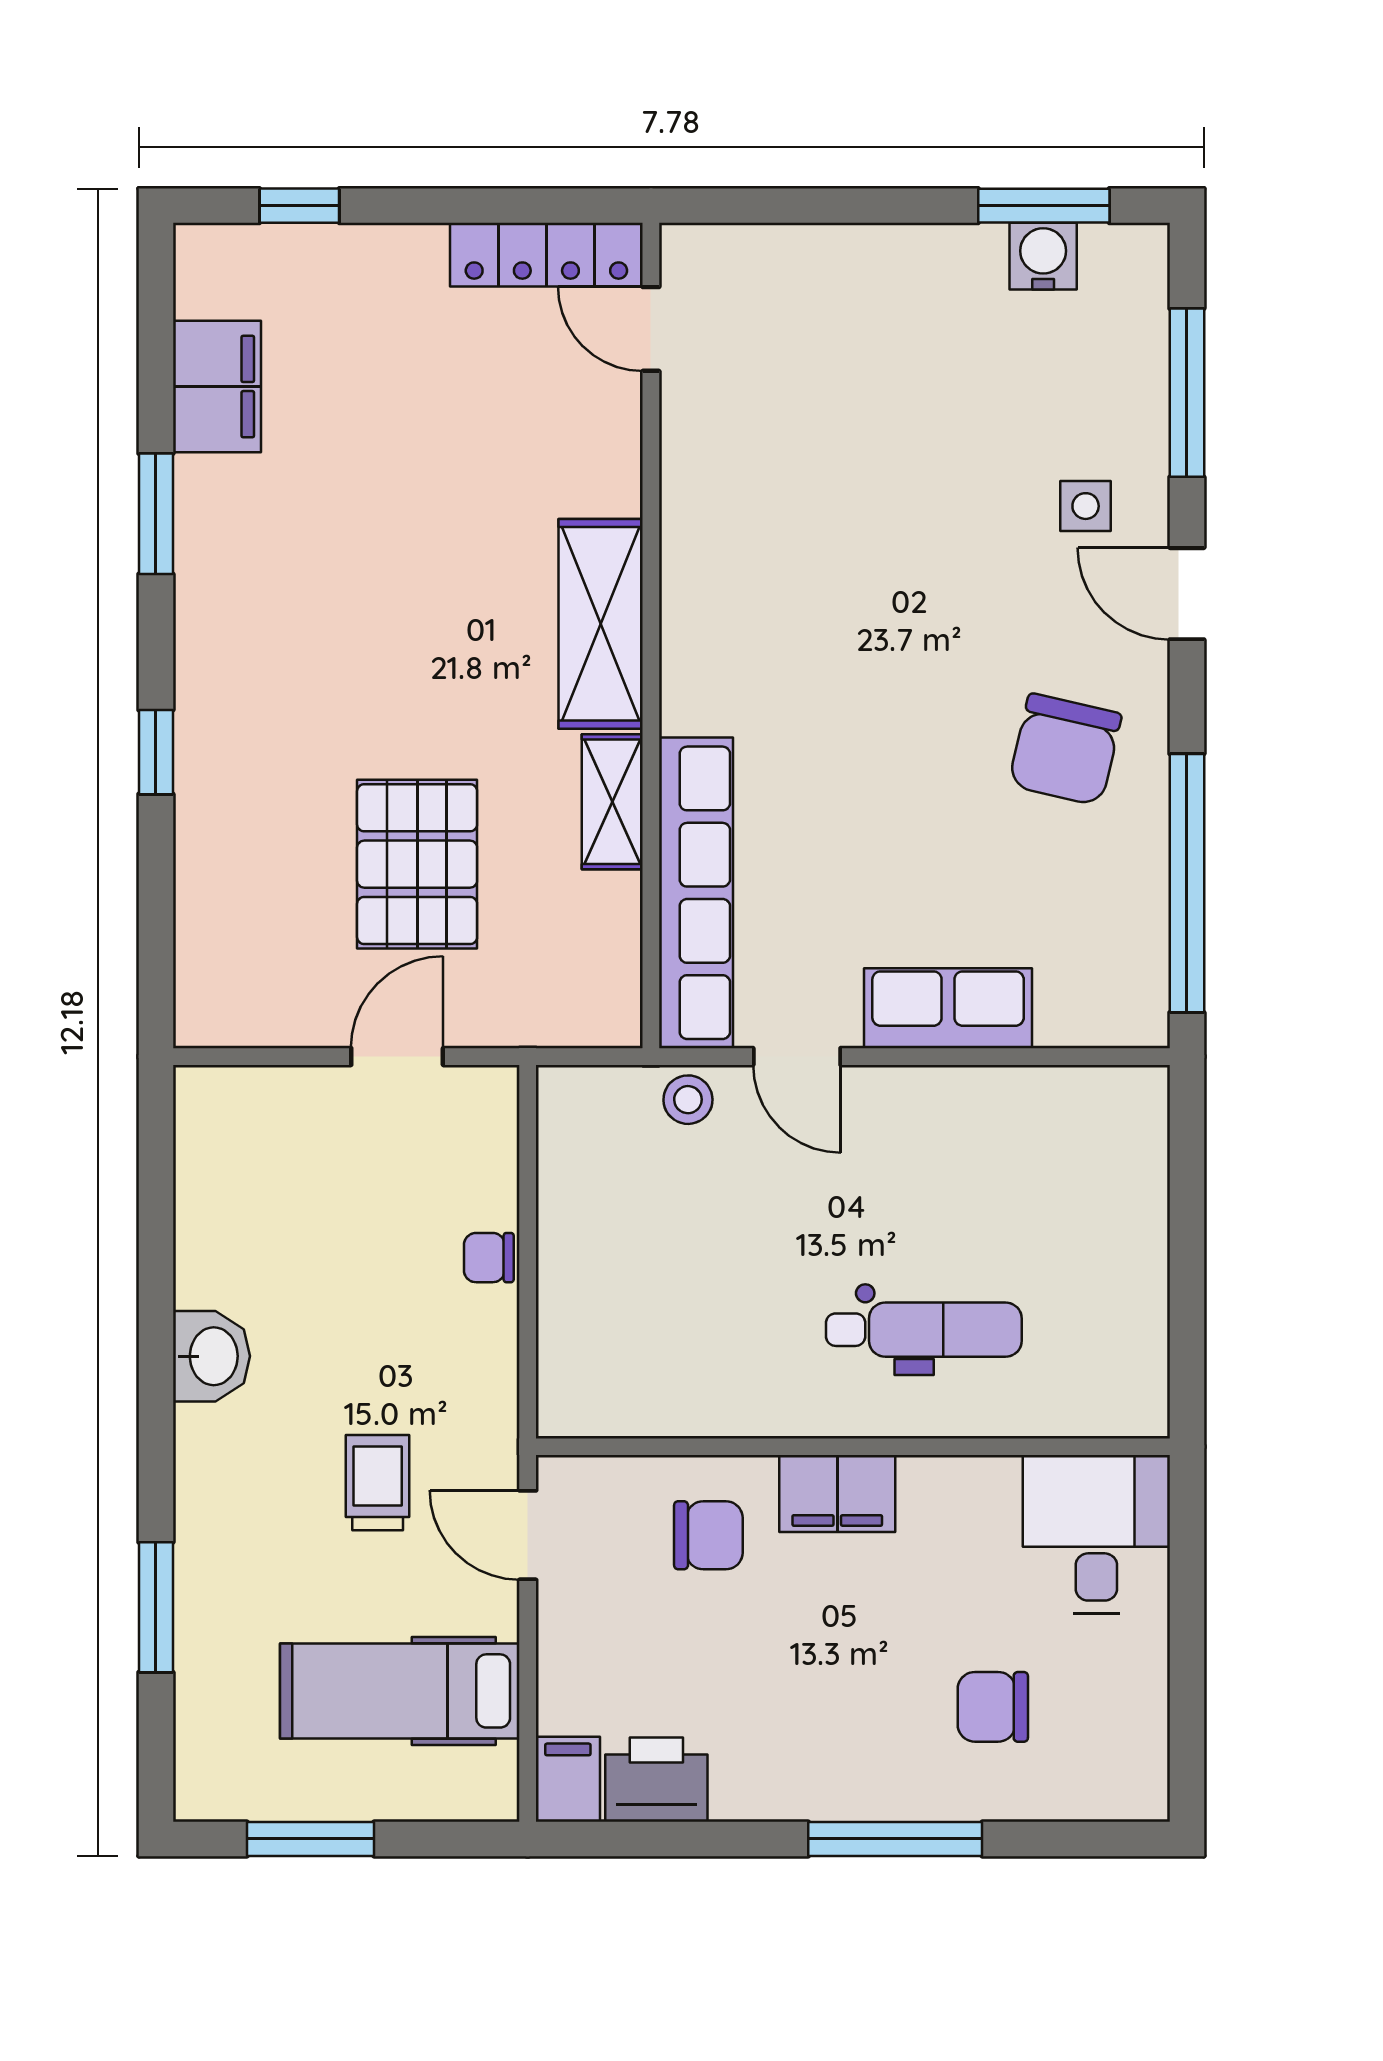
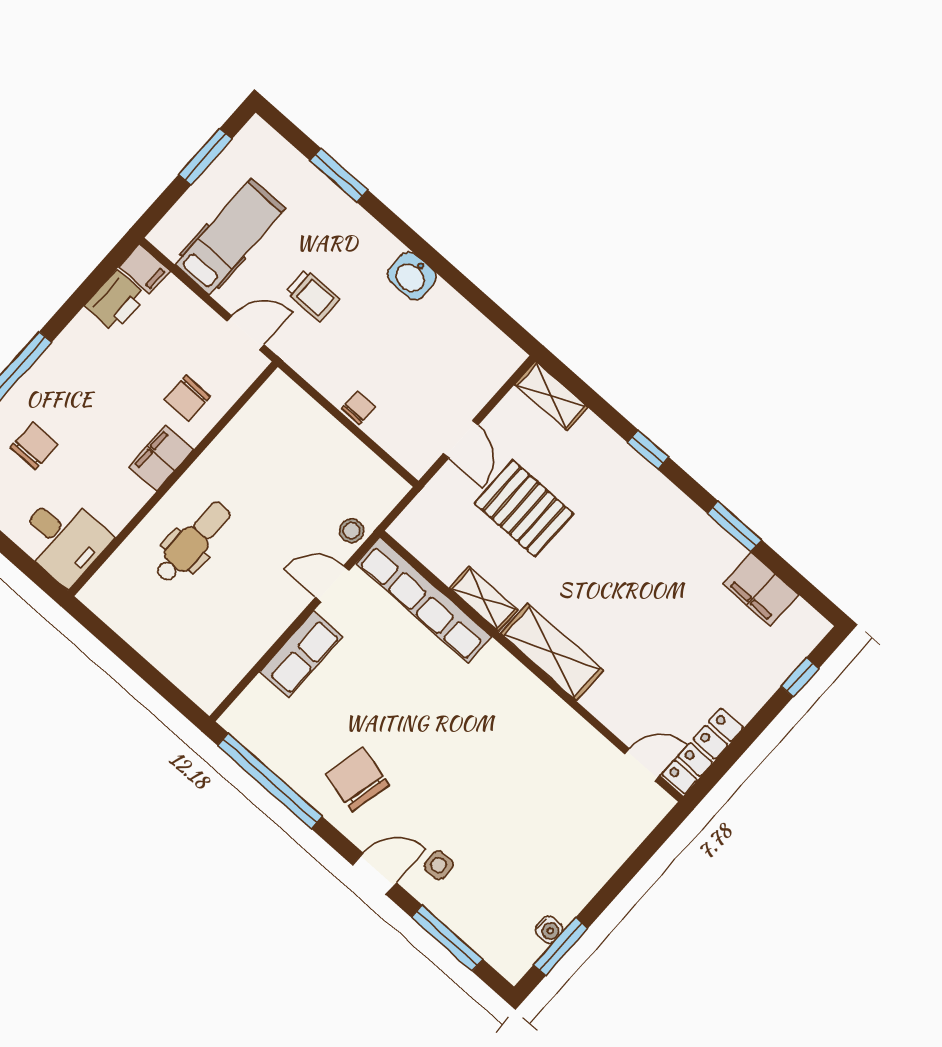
water cooler: (1043, 256) -> (549, 930), width x0.72, depth x0.72
shelving: (206, 976) -> (551, 396), added
dental chair: (924, 1330) -> (193, 542), turned 180

